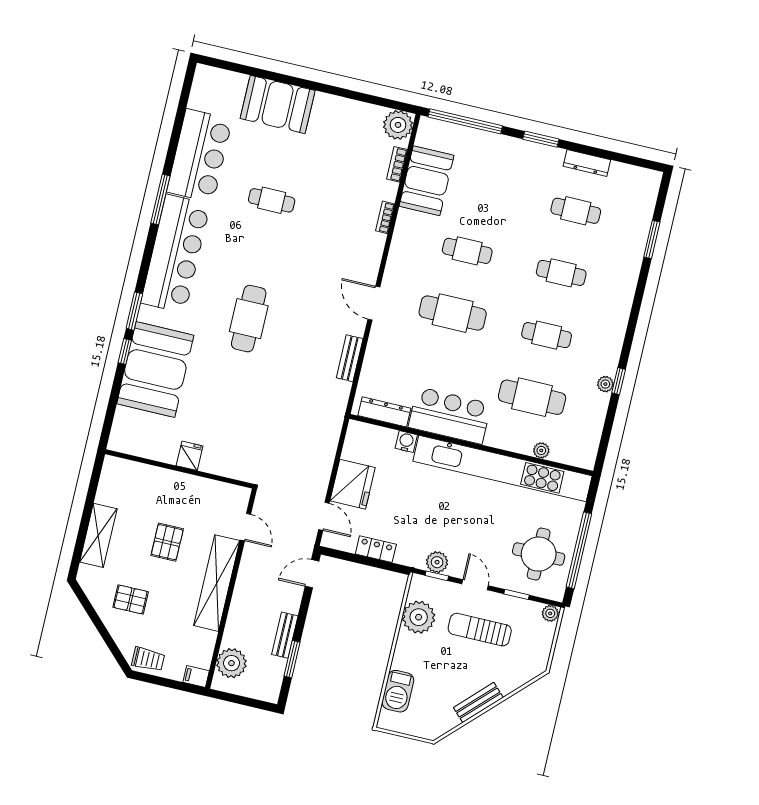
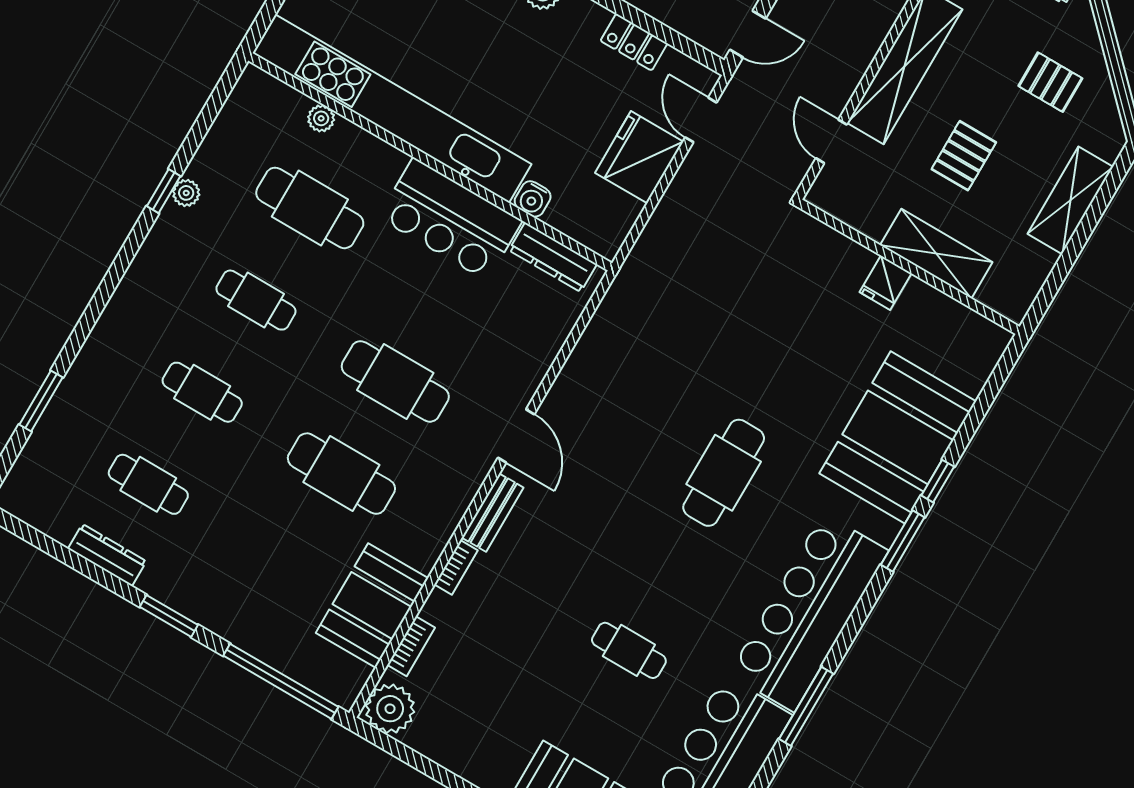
cafe table: (467, 251) -> (341, 474), width x1.37, depth x1.35
bench: (350, 358) -> (493, 513), moved
shelving: (166, 481) -> (936, 254), added

